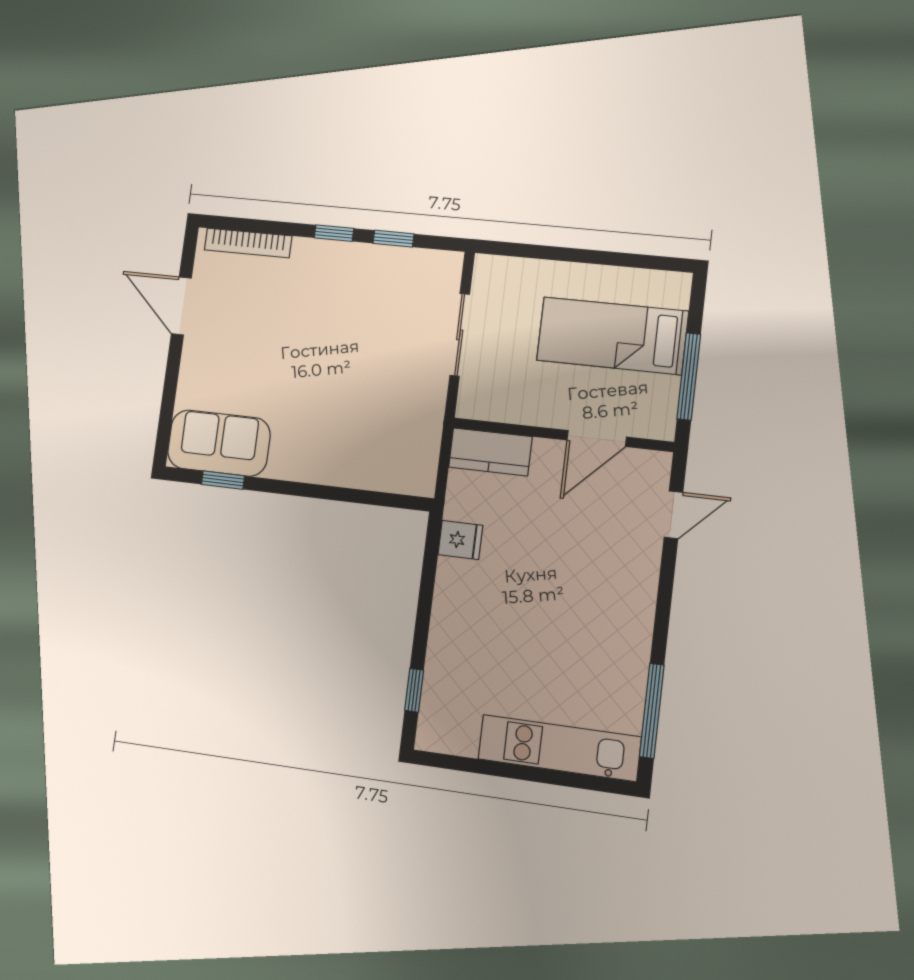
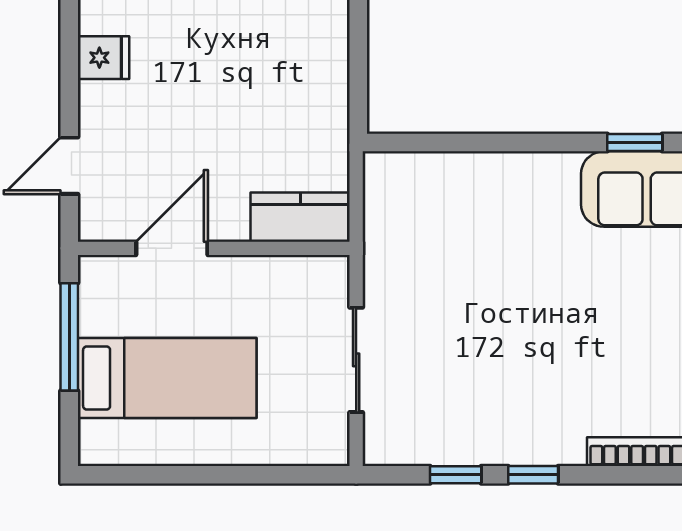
fridge: (460, 540) -> (103, 58), moved, turned 180

